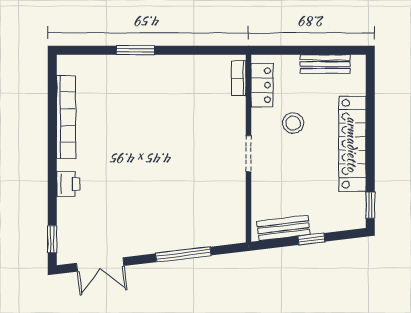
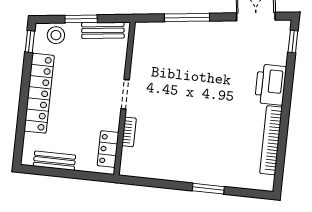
bookcase: (239, 78) -> (129, 132), moved
stool: (293, 123) -> (56, 35), moved
printer: (68, 184) -> (271, 85), width x1.87, depth x1.48
window: (311, 239) -> (81, 19), width x1.50

